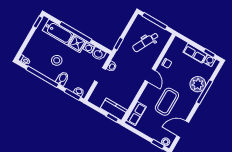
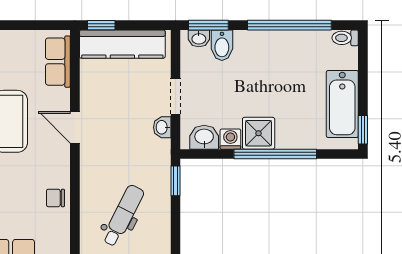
bathtub: (58, 32) -> (342, 104), moved, turned -90
stool: (57, 60) -> (280, 75), removed
door: (150, 75) -> (75, 127), moved
bidet: (62, 79) -> (222, 45), moved
kitchen counter: (114, 109) -> (122, 44), width x1.50

